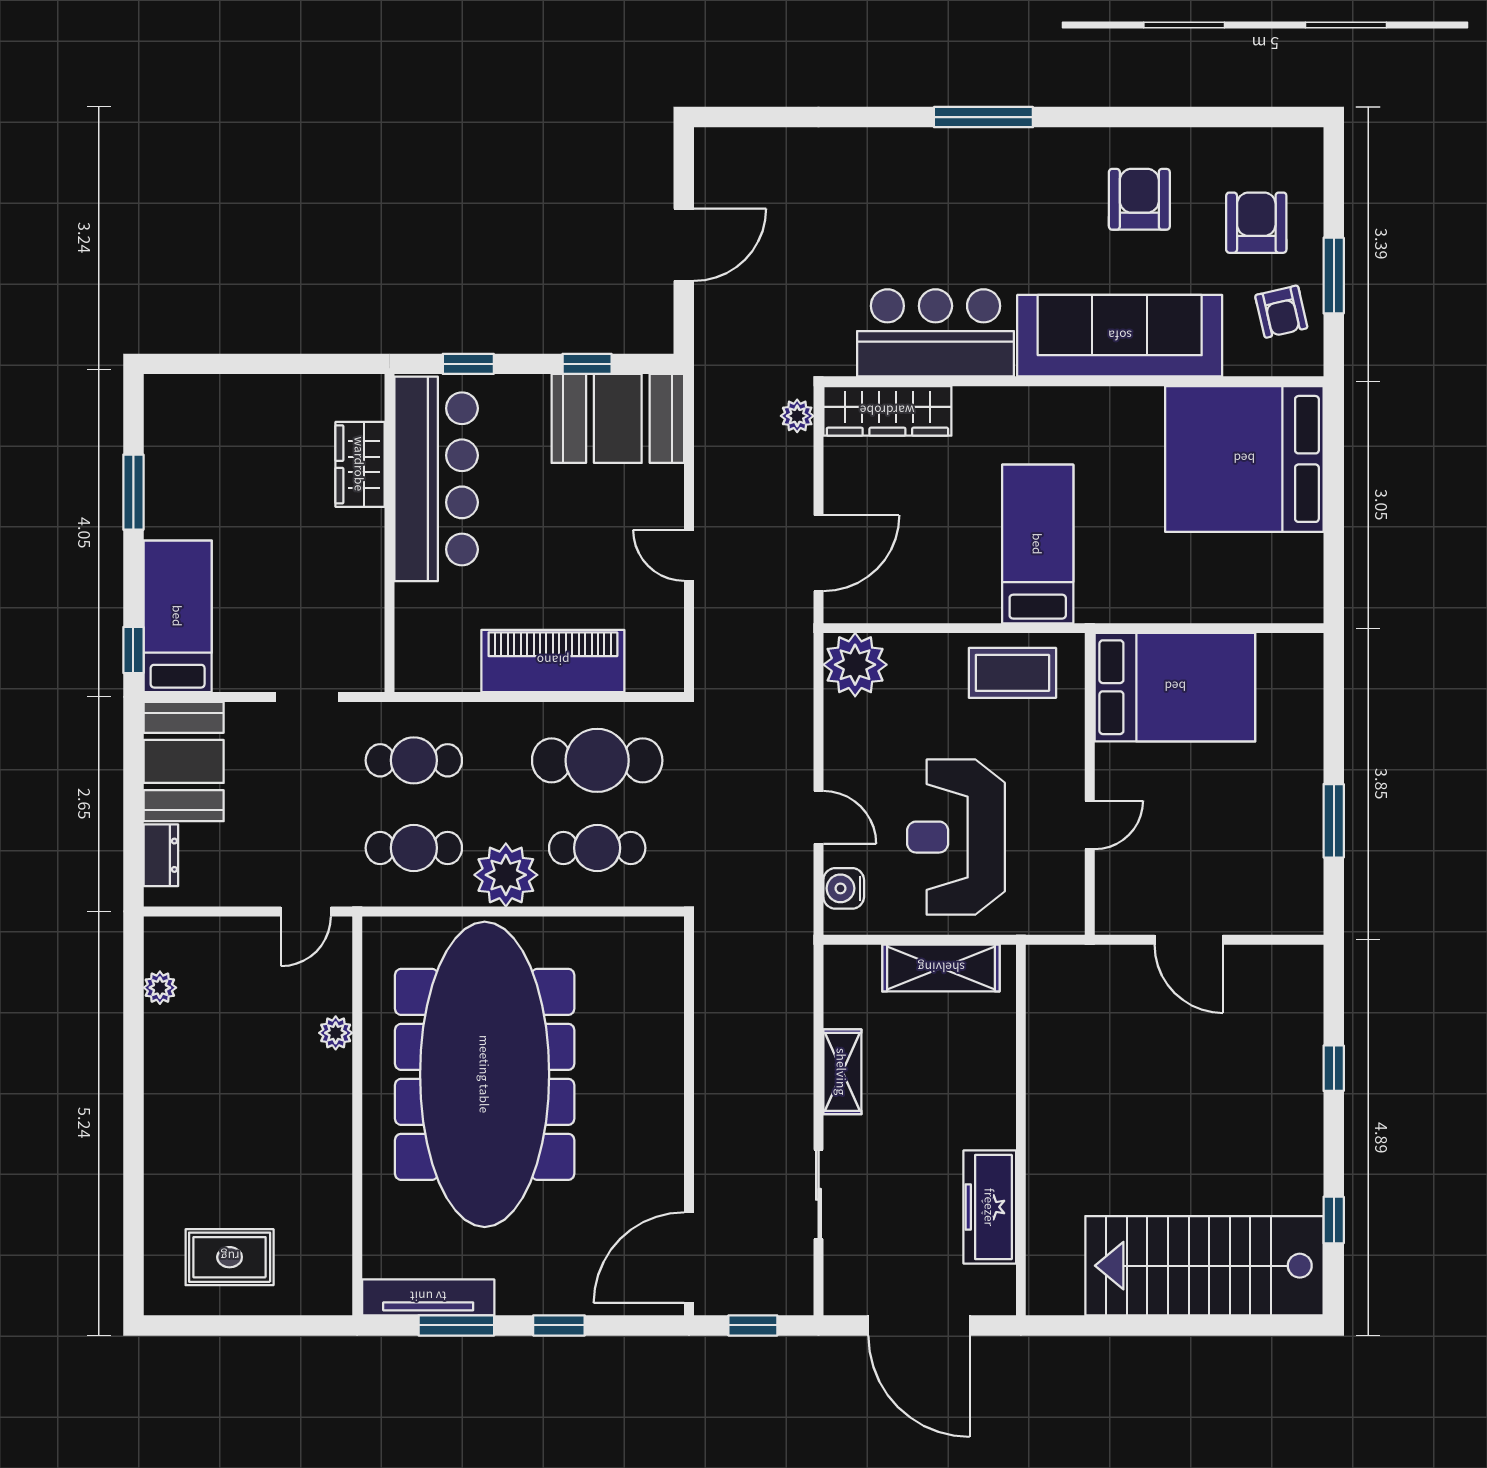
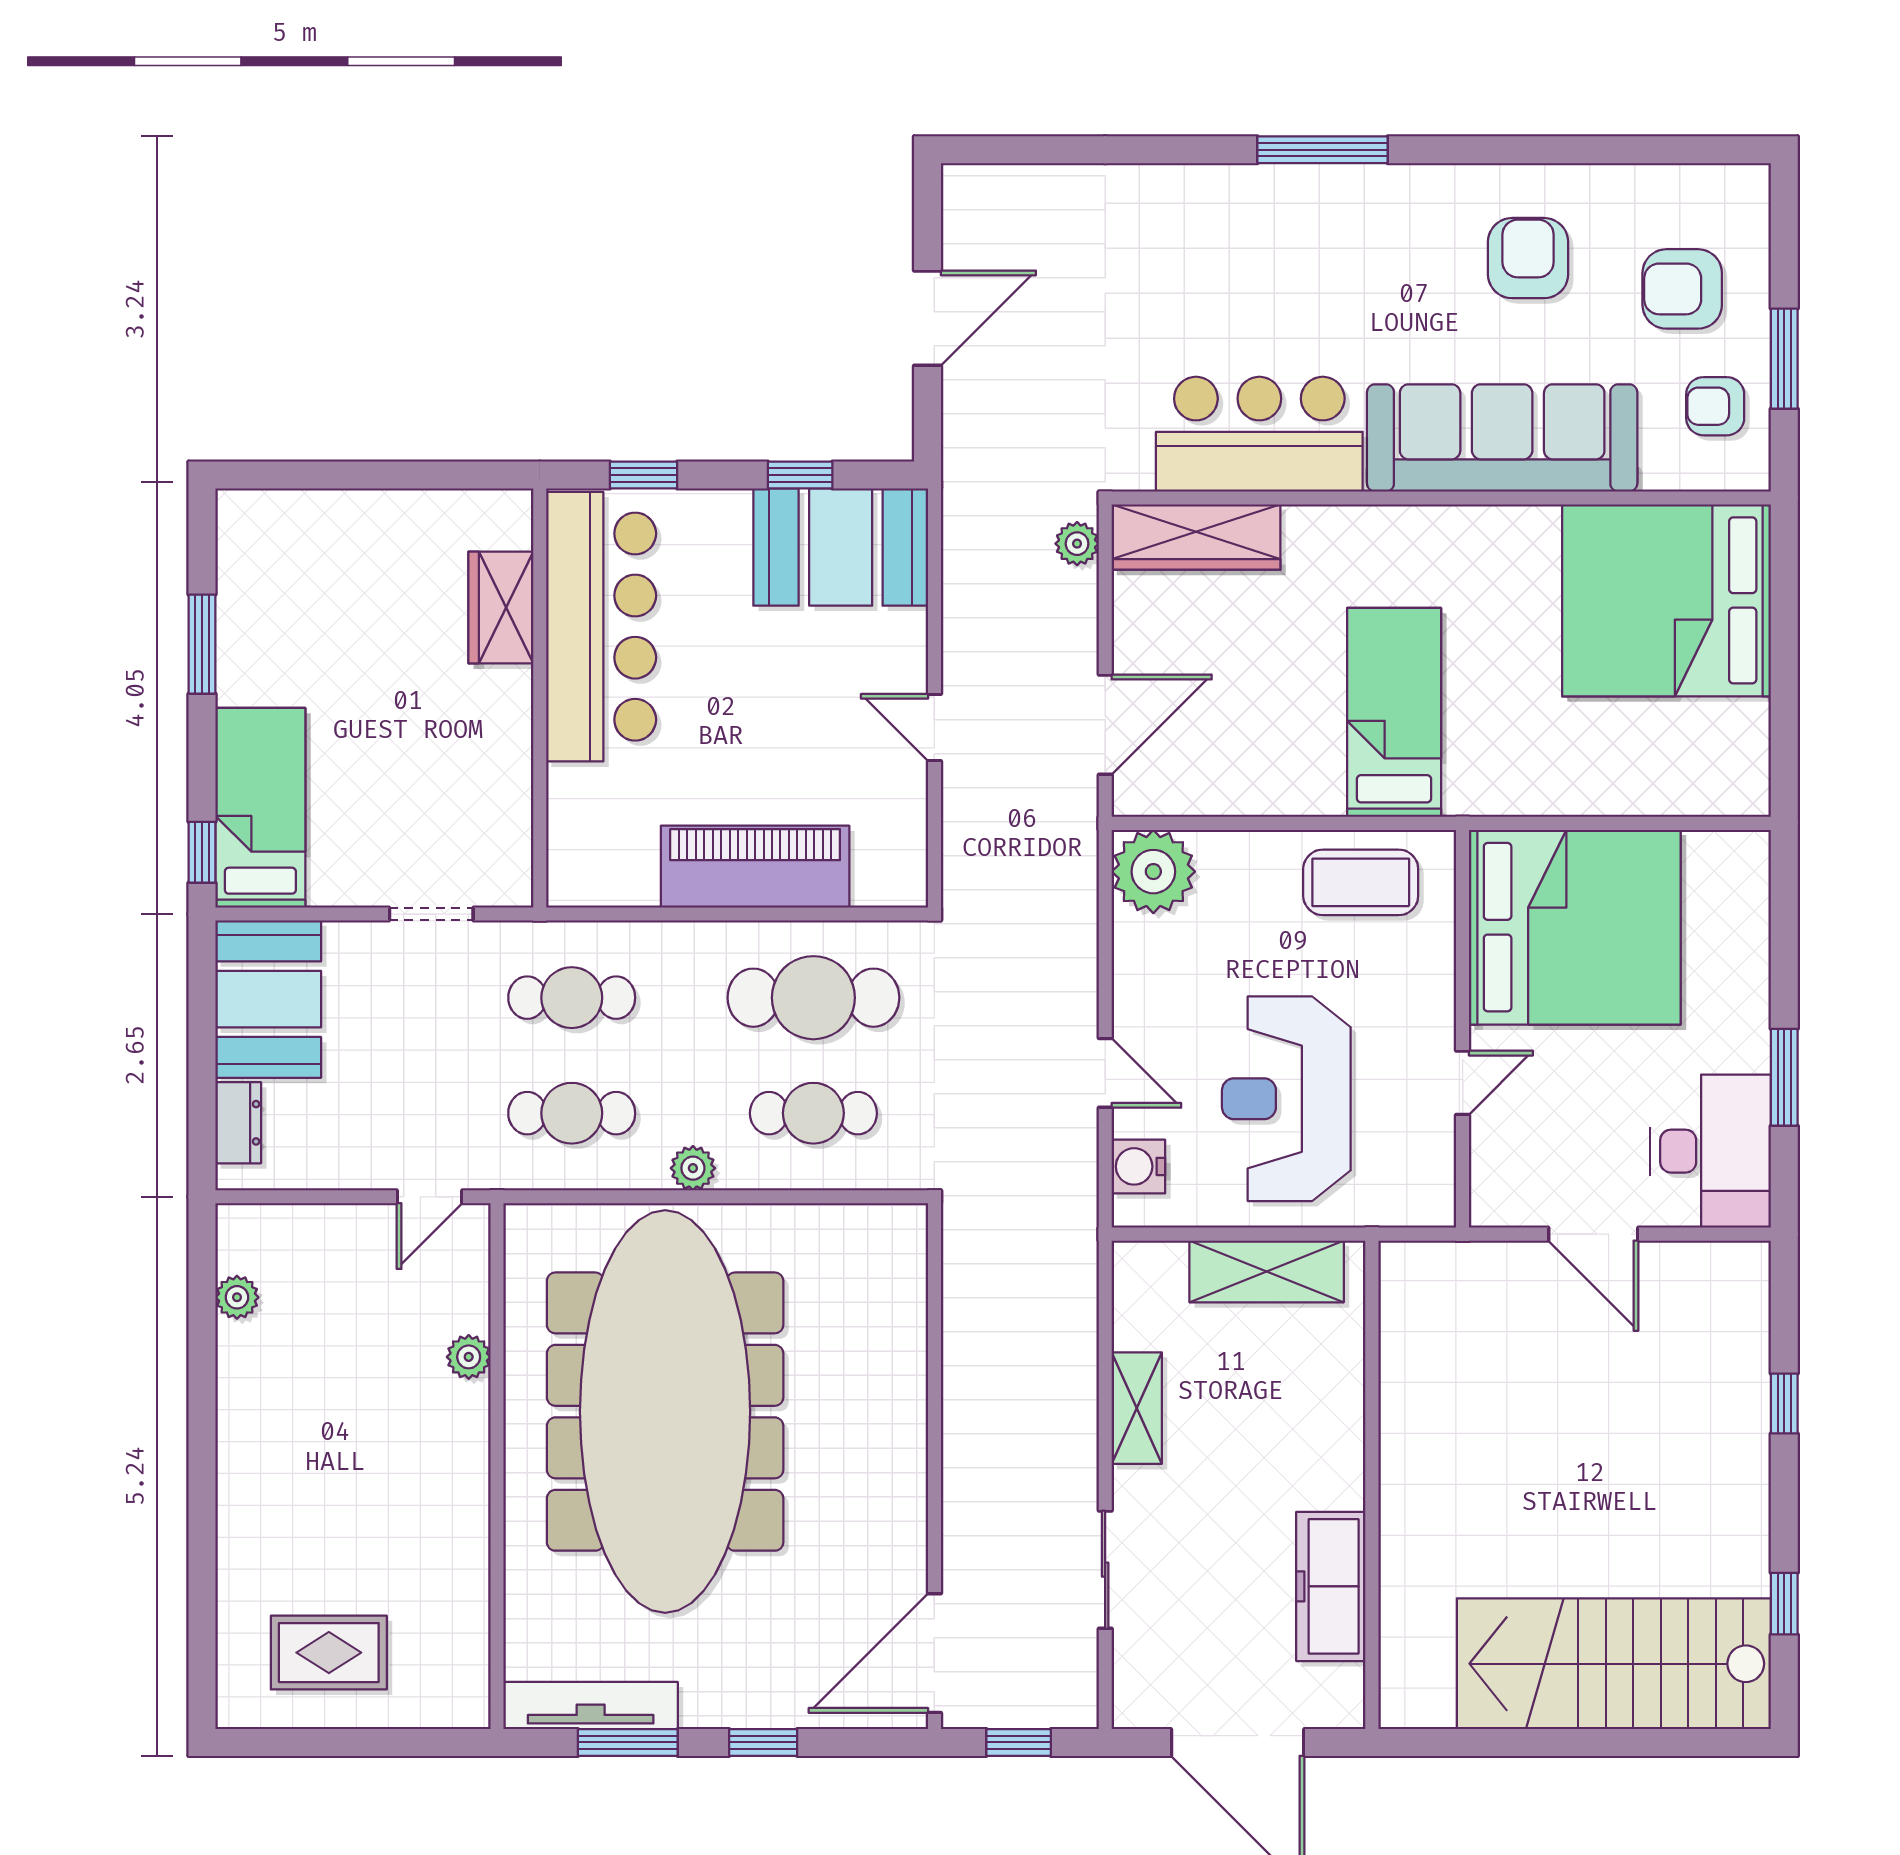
armchair: (1256, 223) -> (1682, 289), turned -90
armchair: (1281, 312) -> (1715, 406), turned 103
bed: (1175, 687) -> (1575, 927), width x1.36
plant: (506, 875) -> (693, 1168), width x0.53, depth x0.53
desk: (1278, 877) -> (1711, 1151), added

